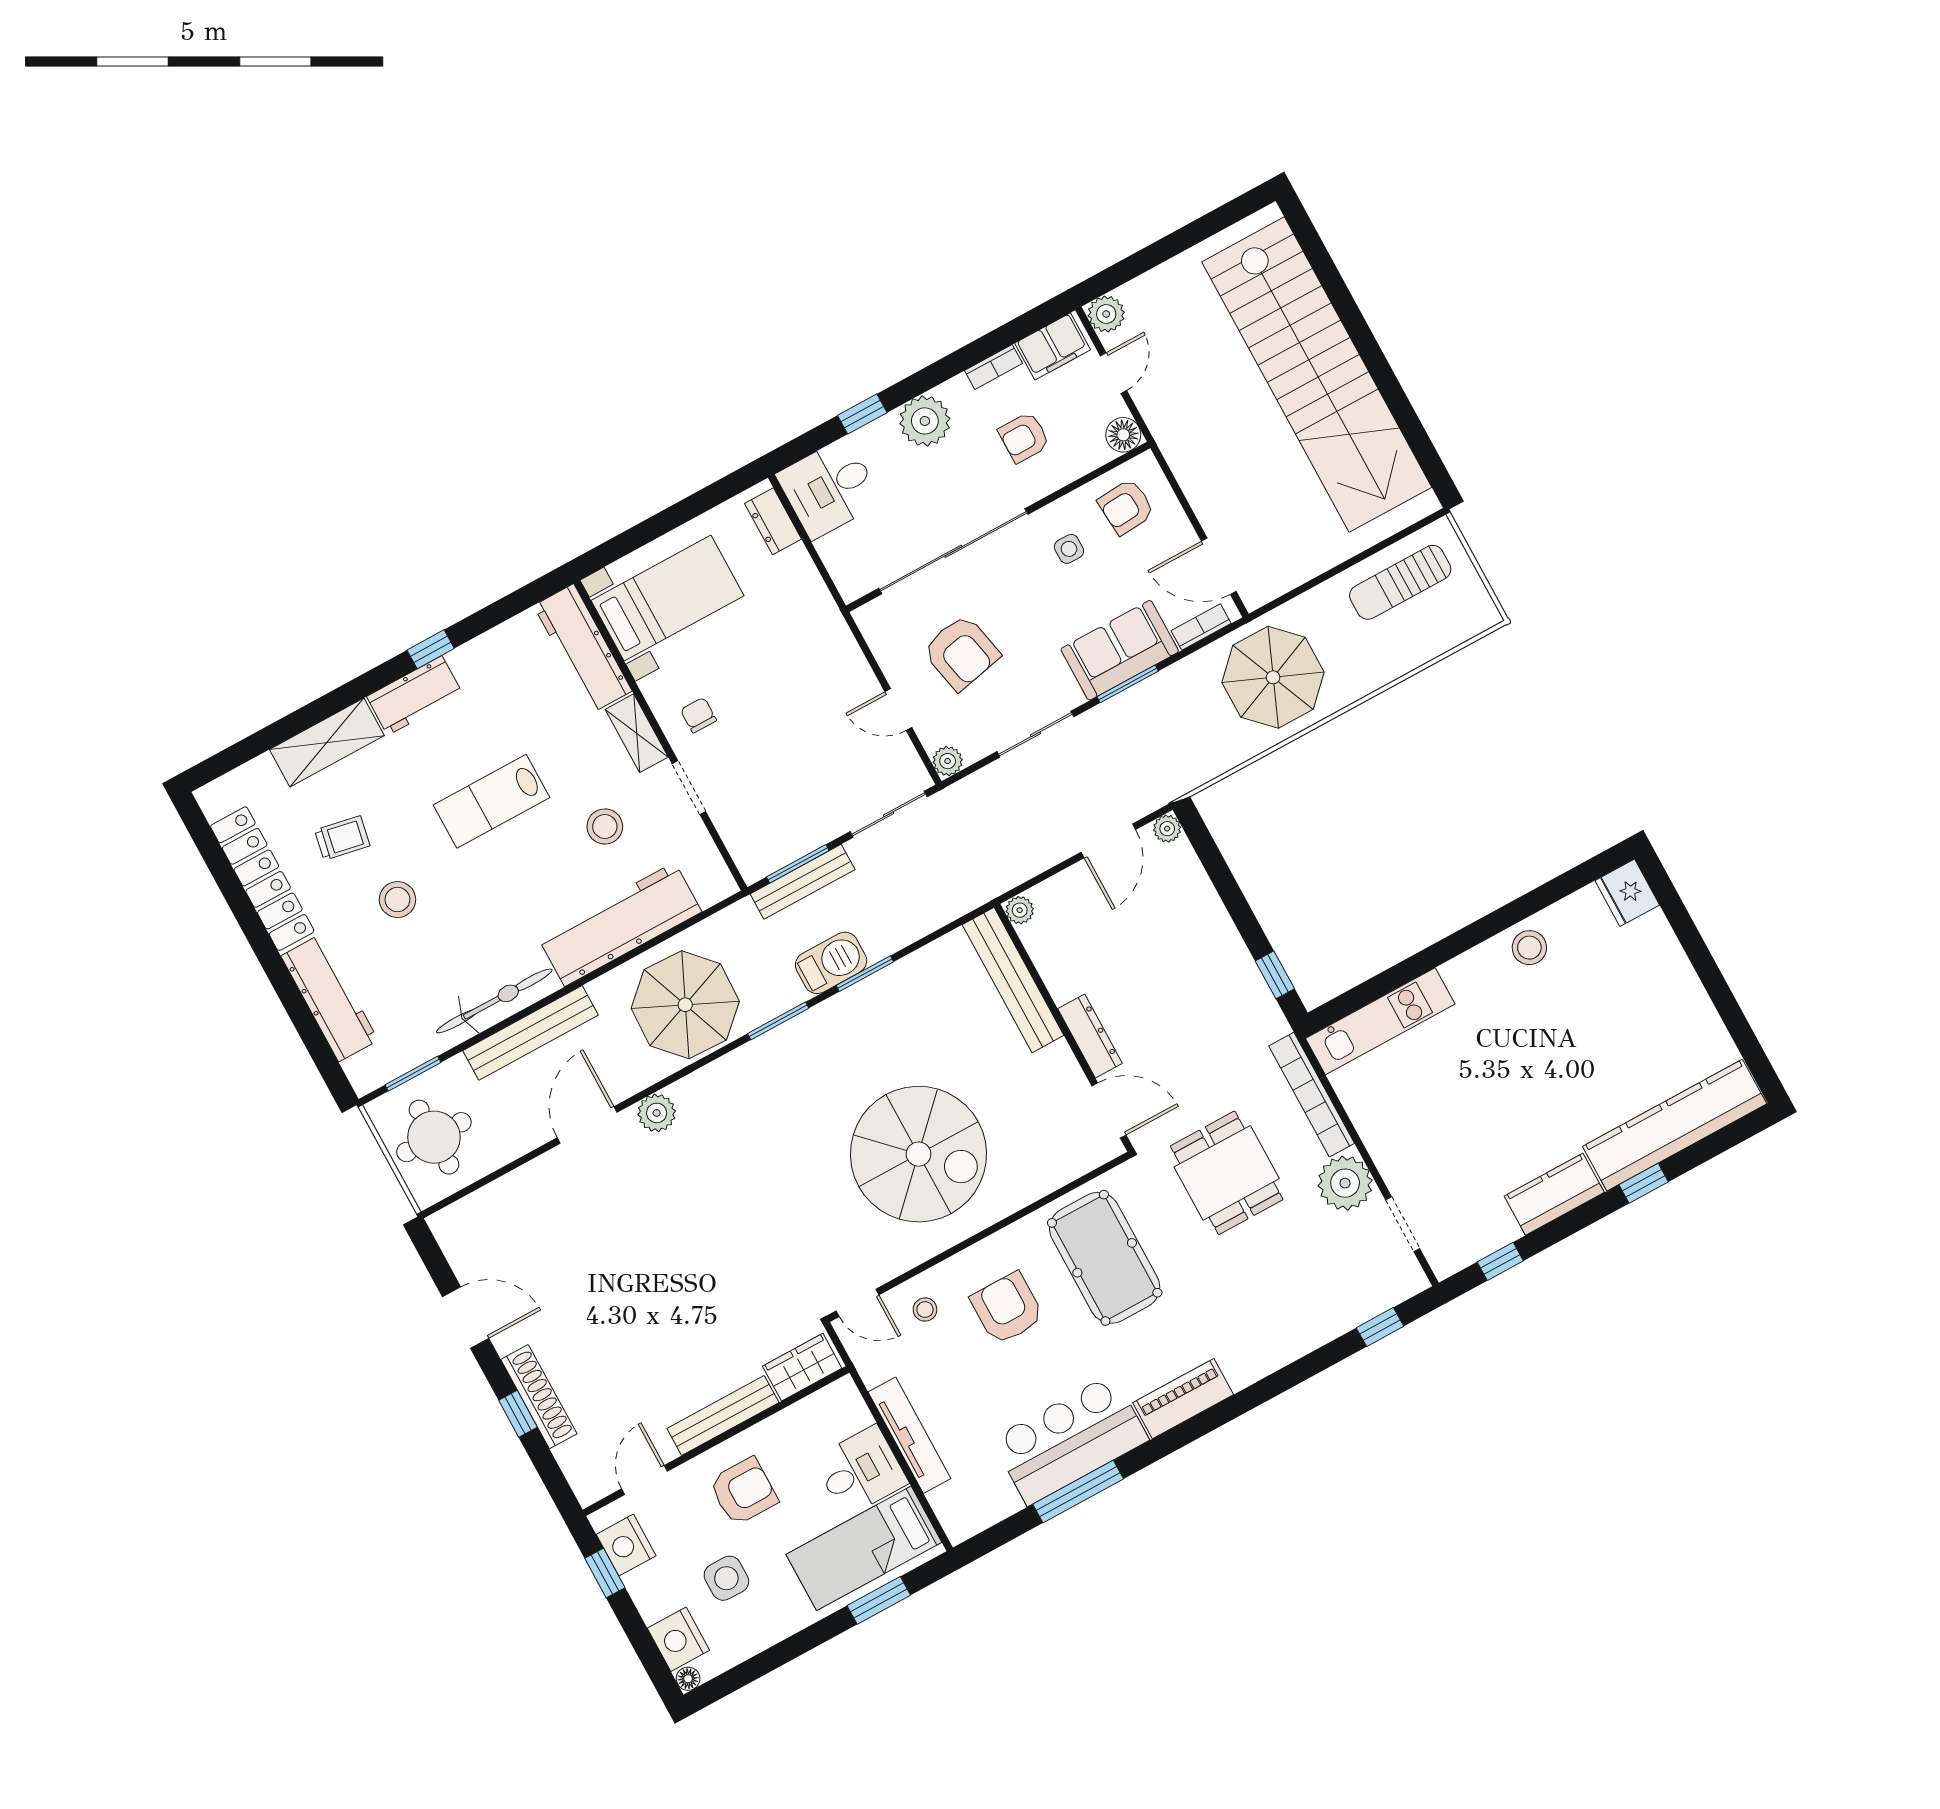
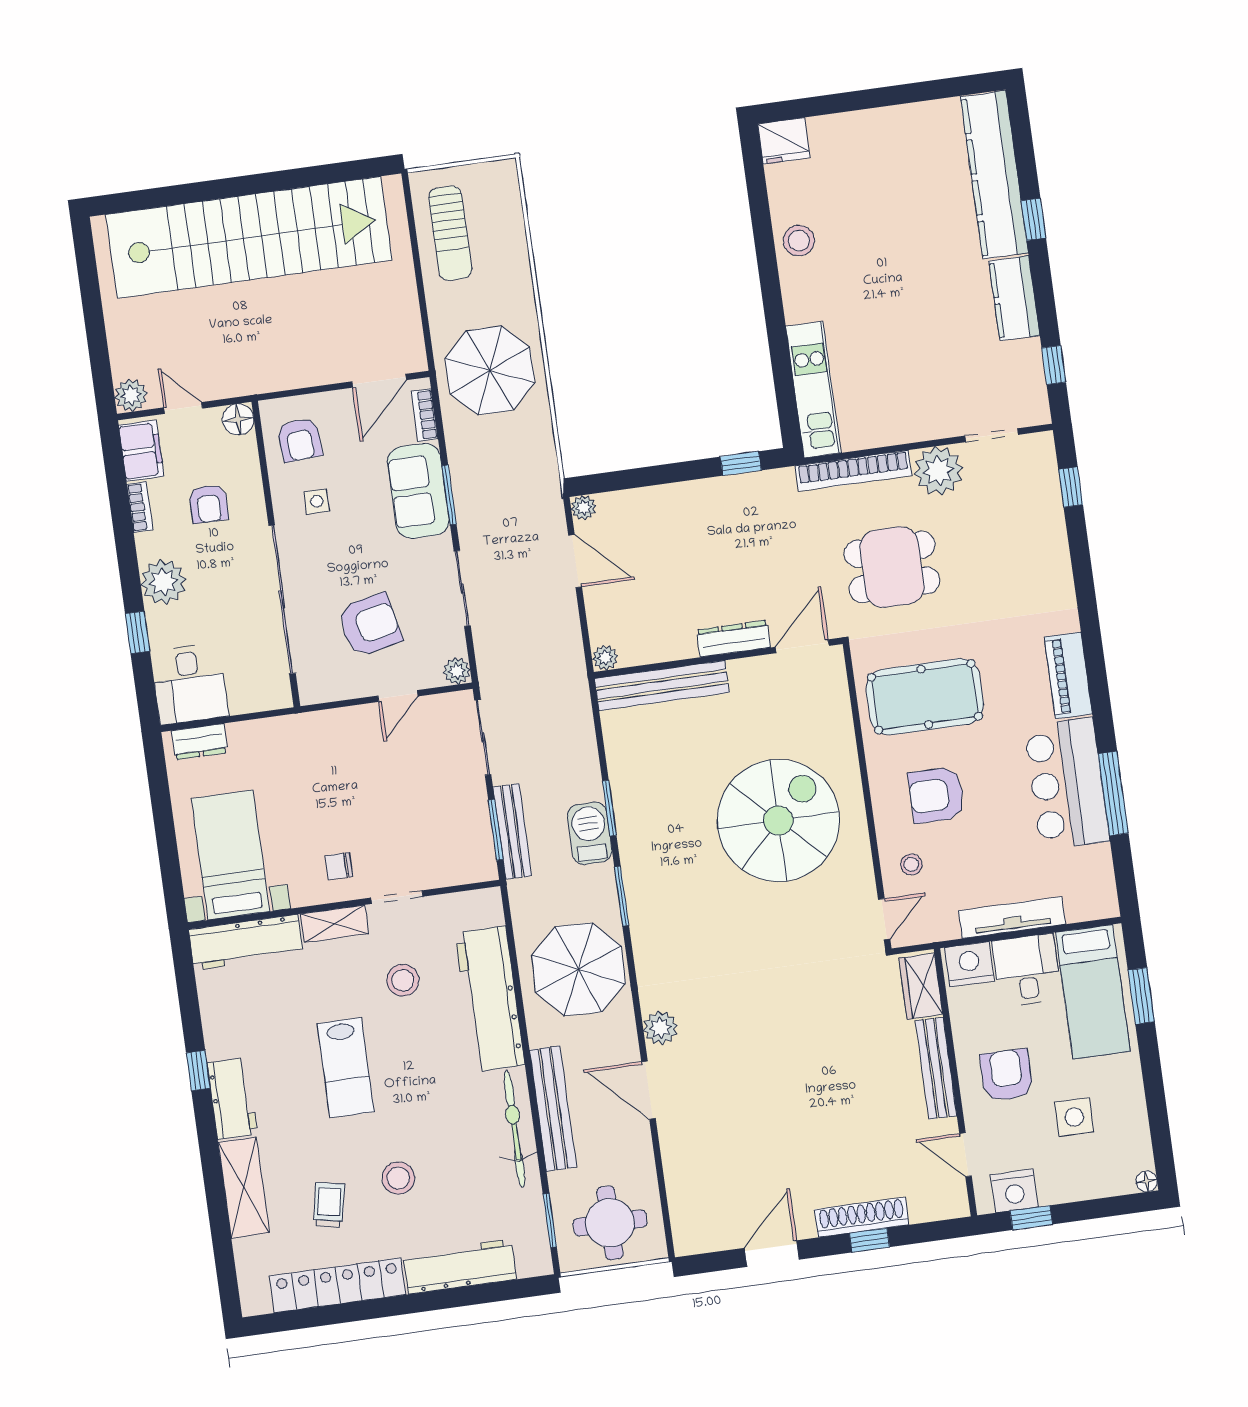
nightstand: (678, 1639) -> (969, 964), moved, turned 180

